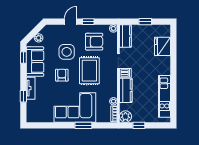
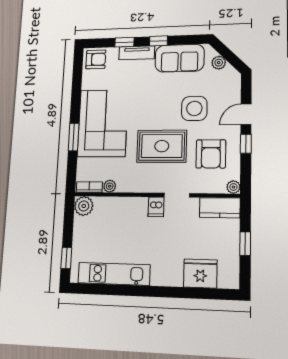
door: (71, 22) -> (246, 114), swing flipped
window: (23, 57) -> (158, 41), moved
armchair: (62, 75) -> (96, 59), moved
kitchen counter: (126, 90) -> (127, 207), removed
window: (139, 125) -> (66, 258), moved

